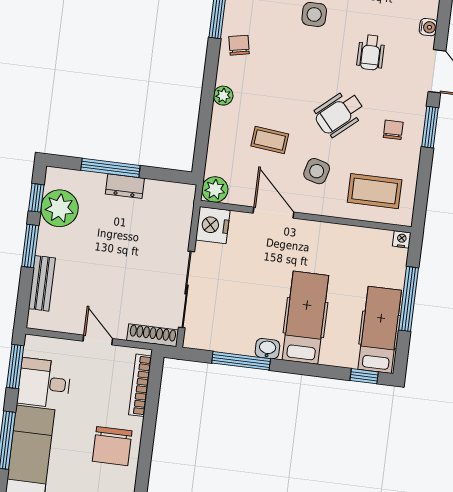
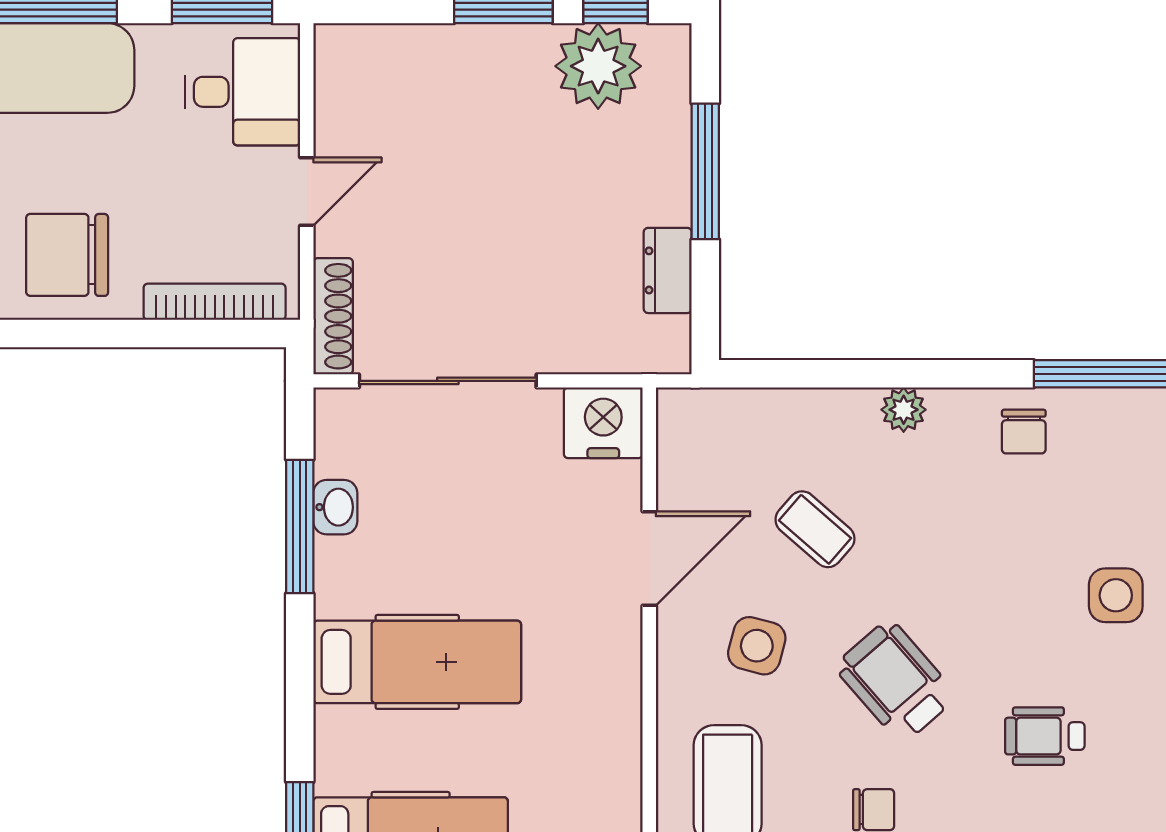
chair: (239, 45) -> (1024, 432), turned 101
coffee table: (270, 140) -> (815, 529), turned -55
dresser: (125, 186) -> (668, 270), moved
plant: (215, 189) -> (686, 417), removed
bench: (42, 283) -> (421, 47), removed
washbasin: (267, 349) -> (335, 507), moved
desk: (44, 383) -> (242, 92), moved, turned 90

